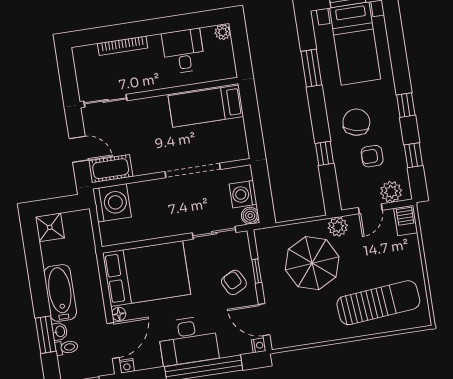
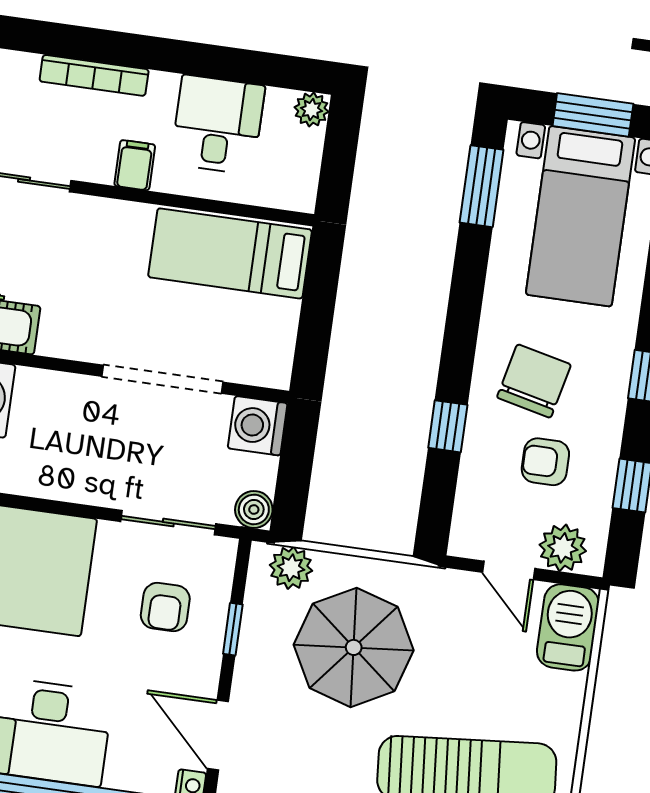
window: (311, 68) -> (482, 186), moved
filing cabinet: (152, 80) -> (135, 165), added
washing machine: (243, 194) -> (258, 426), moved
door: (370, 209) -> (509, 570), hinge flipped
barbecue: (406, 220) -> (568, 627), width x1.38, depth x1.27
plant: (338, 227) -> (291, 568), moved
armchair: (234, 282) -> (165, 607), moved, turned -153

